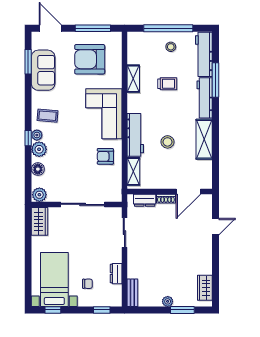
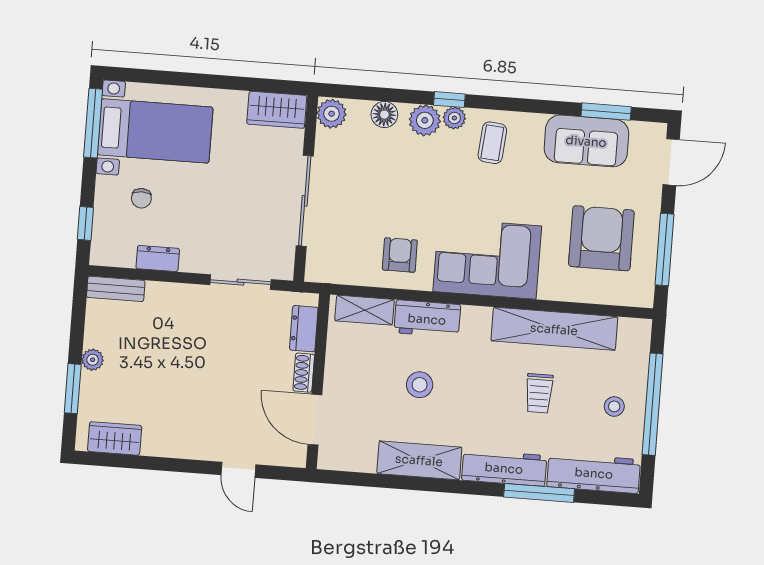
shelving: (133, 79) -> (554, 329), width x2.20, depth x1.33
workbench: (135, 135) -> (427, 319), width x0.73
window: (53, 310) -> (93, 123), width x2.17

